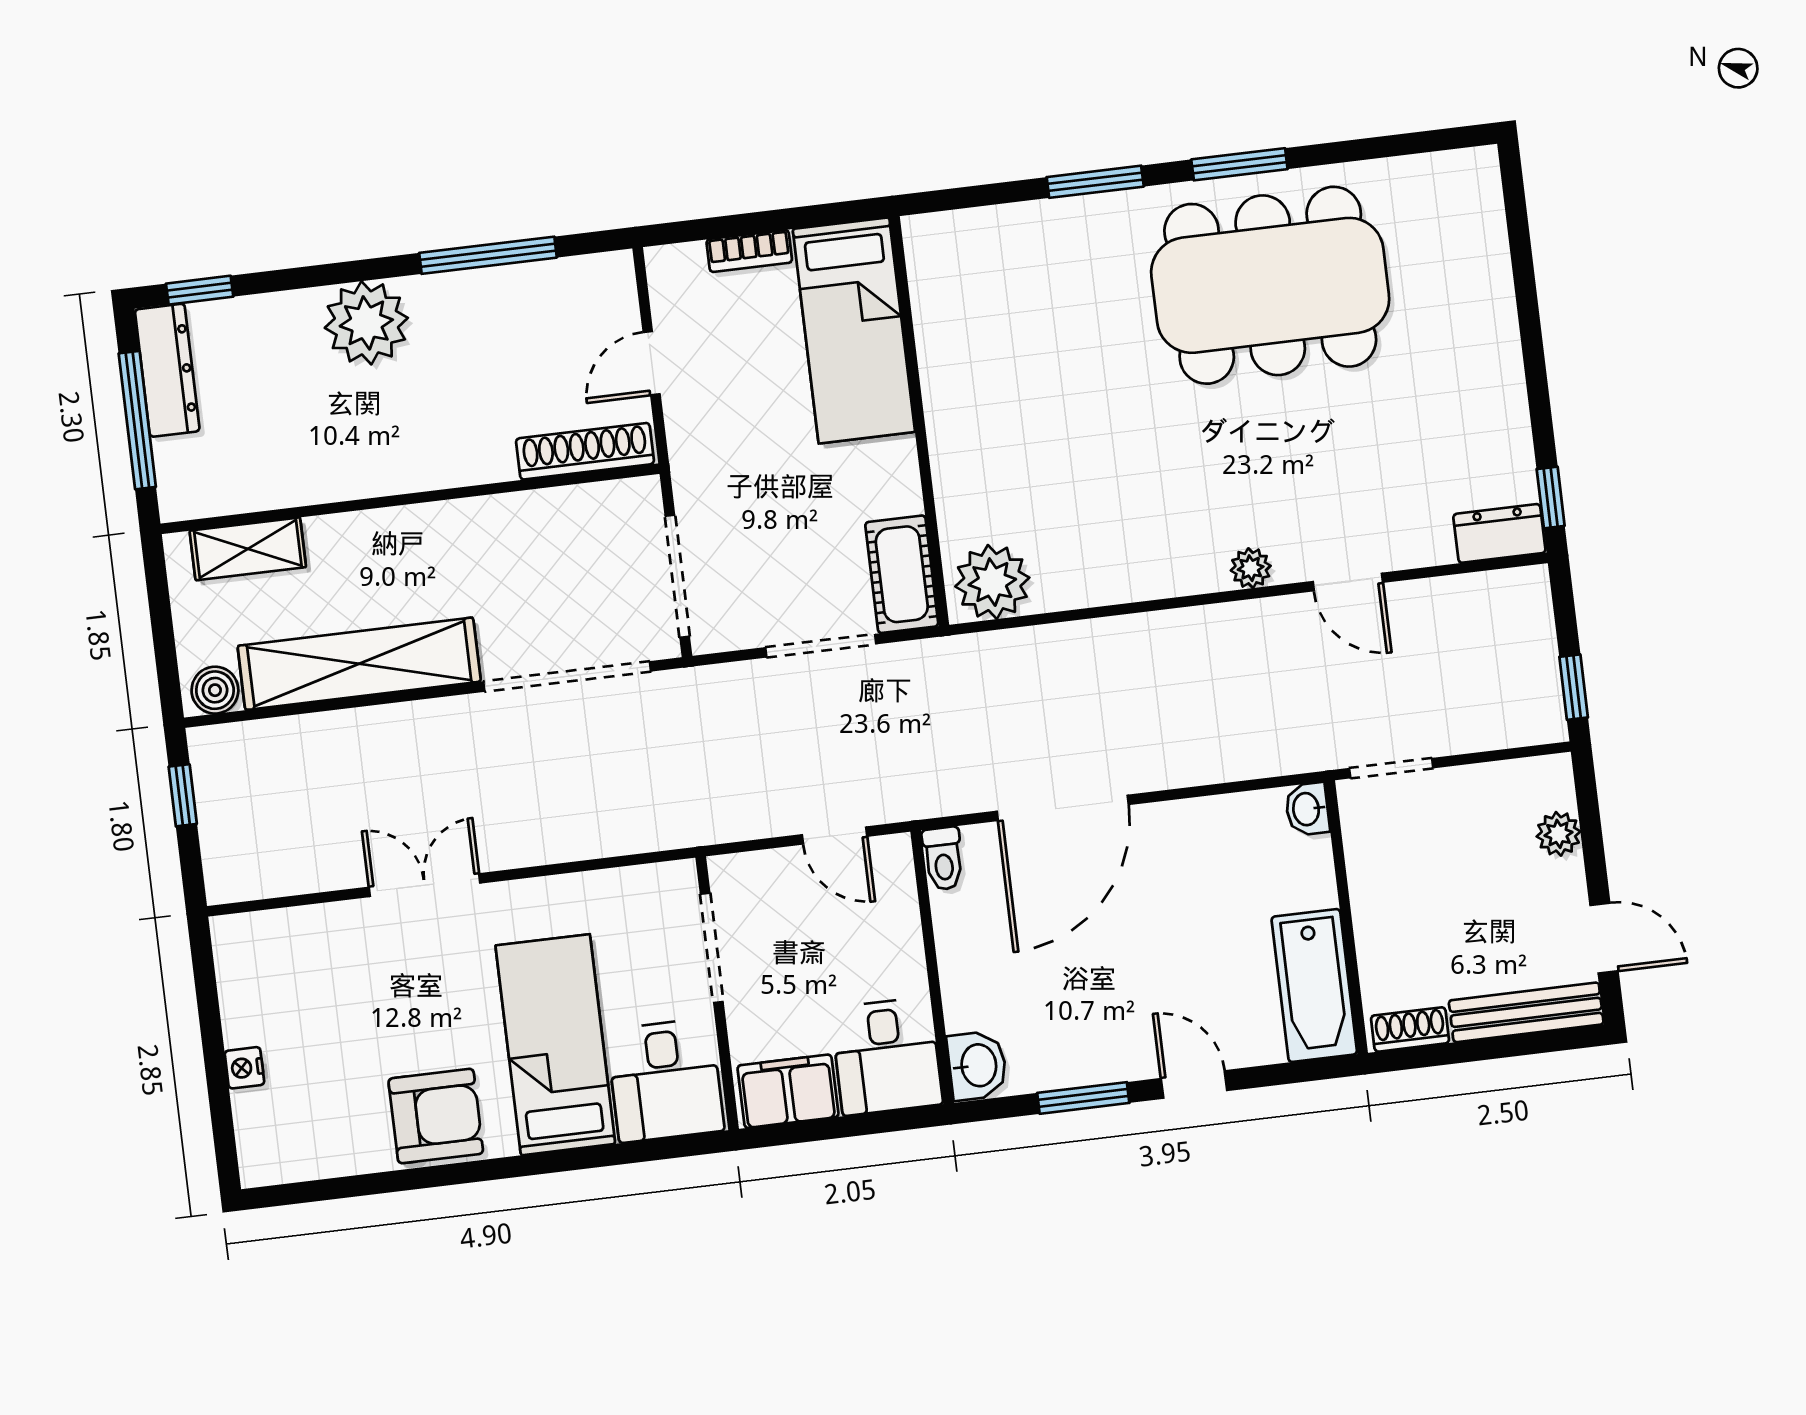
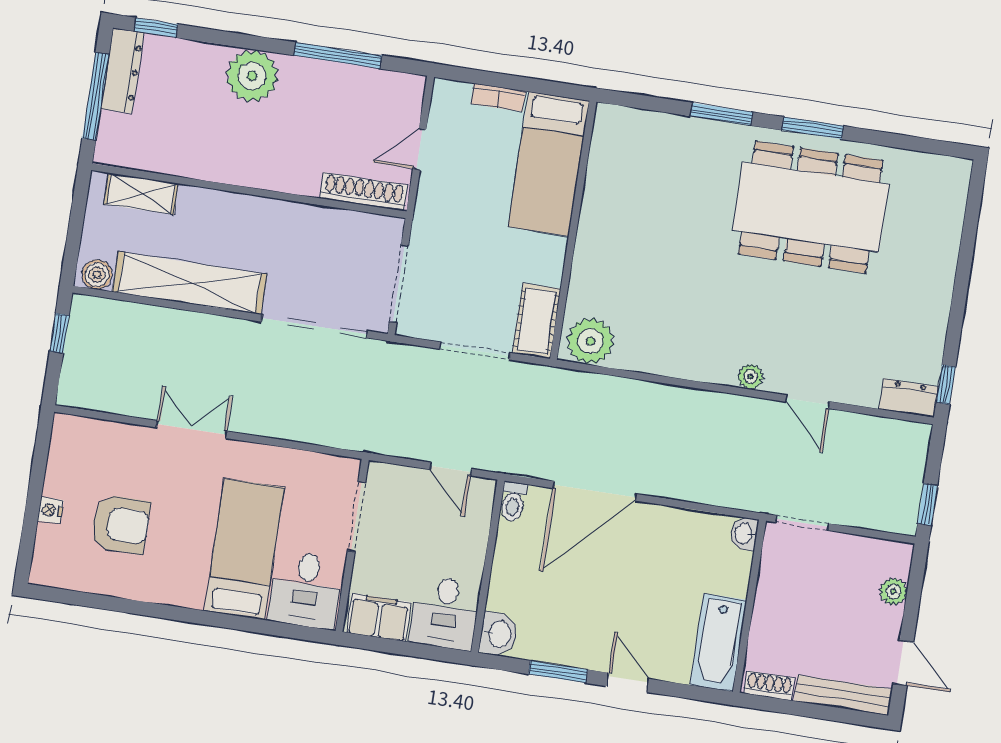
armchair: (436, 1116) -> (120, 524), moved

